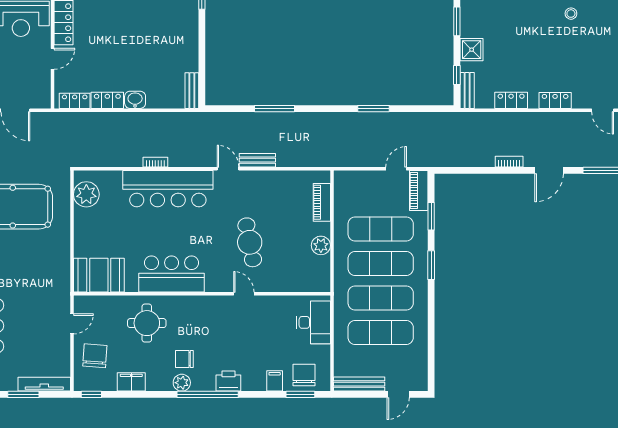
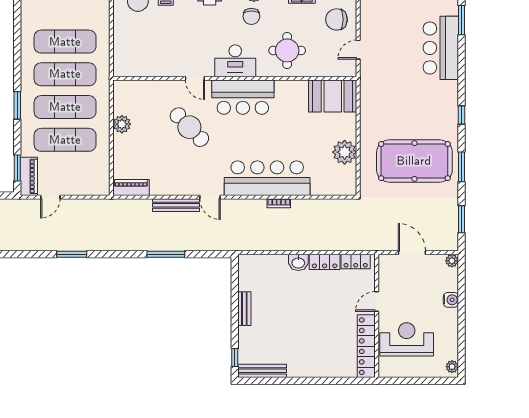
bench: (192, 91) -> (244, 309), moved
bench: (257, 160) -> (176, 205), width x1.36
plant: (86, 194) -> (345, 152), moved
piano: (322, 202) -> (131, 188), moved, turned -90
window: (431, 216) -> (17, 168), moved
cafe table: (250, 242) -> (189, 127), turned -33
bar counter: (172, 274) -> (243, 97), moved
desk: (313, 322) -> (235, 61), moved, turned -90
chair: (95, 356) -> (336, 19), turned 86
chair: (184, 359) -> (251, 16), turned 90

